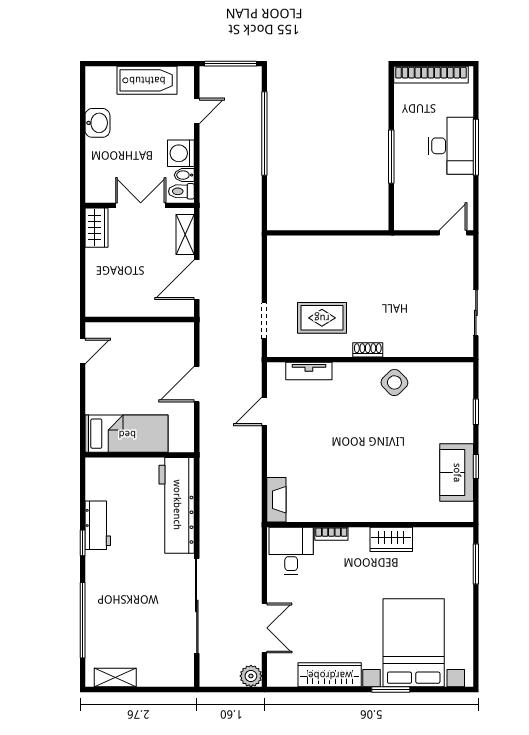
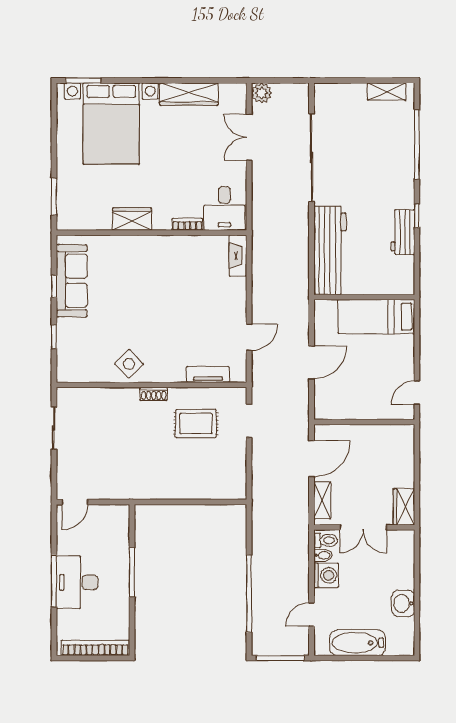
sofa: (457, 473) -> (72, 281), width x1.36
window: (391, 689) -> (83, 81), moved

